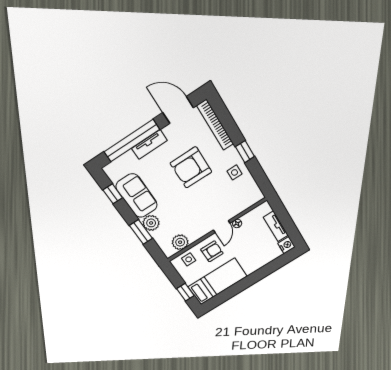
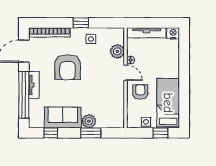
tv unit: (276, 226) -> (147, 33), width x1.41
plant: (180, 242) -> (117, 51), moved
side table: (189, 259) -> (146, 122), moved

